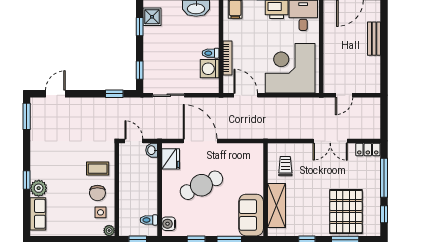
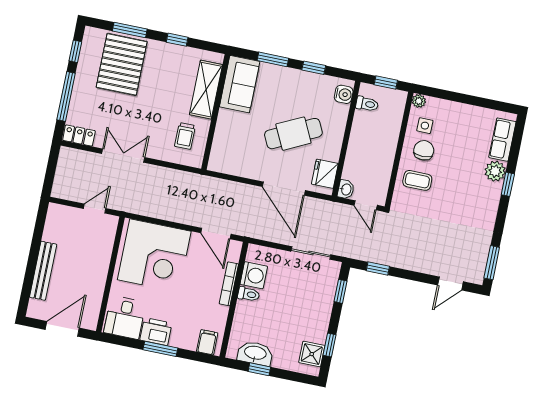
bench: (374, 39) -> (43, 271), width x1.36

